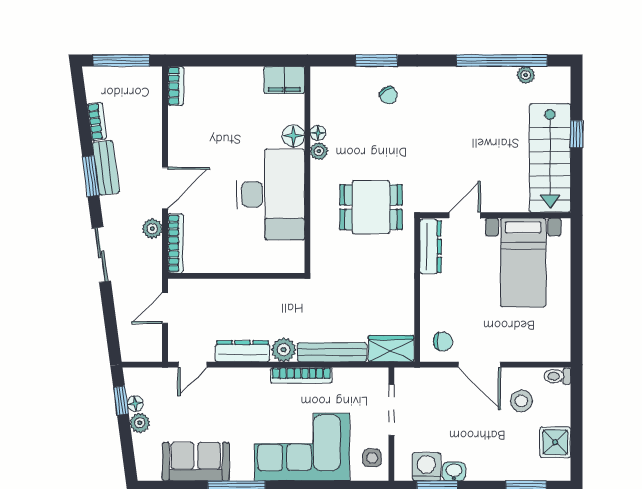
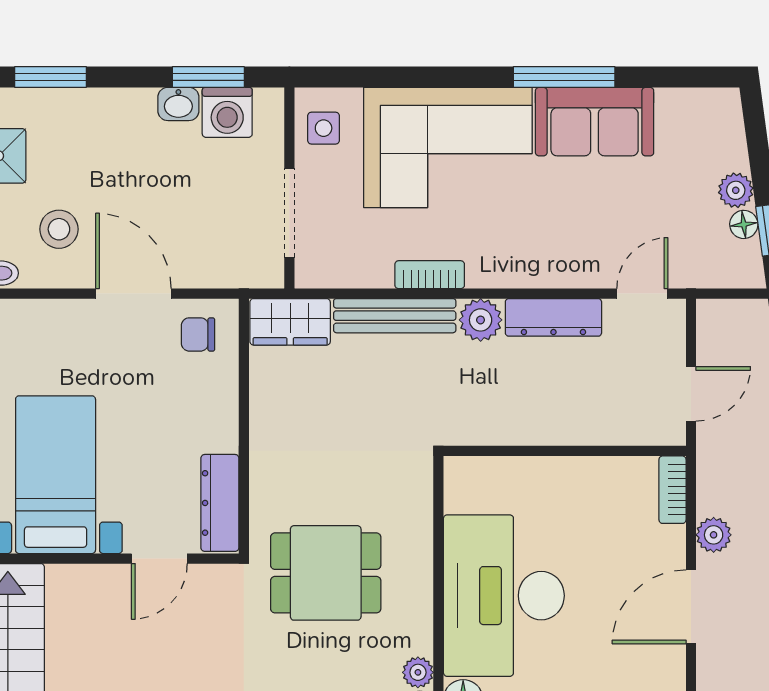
bookcase: (175, 243) -> (673, 490), width x0.64
bookcase: (301, 375) -> (430, 275), width x0.64
sofa: (196, 462) -> (595, 122), moved

